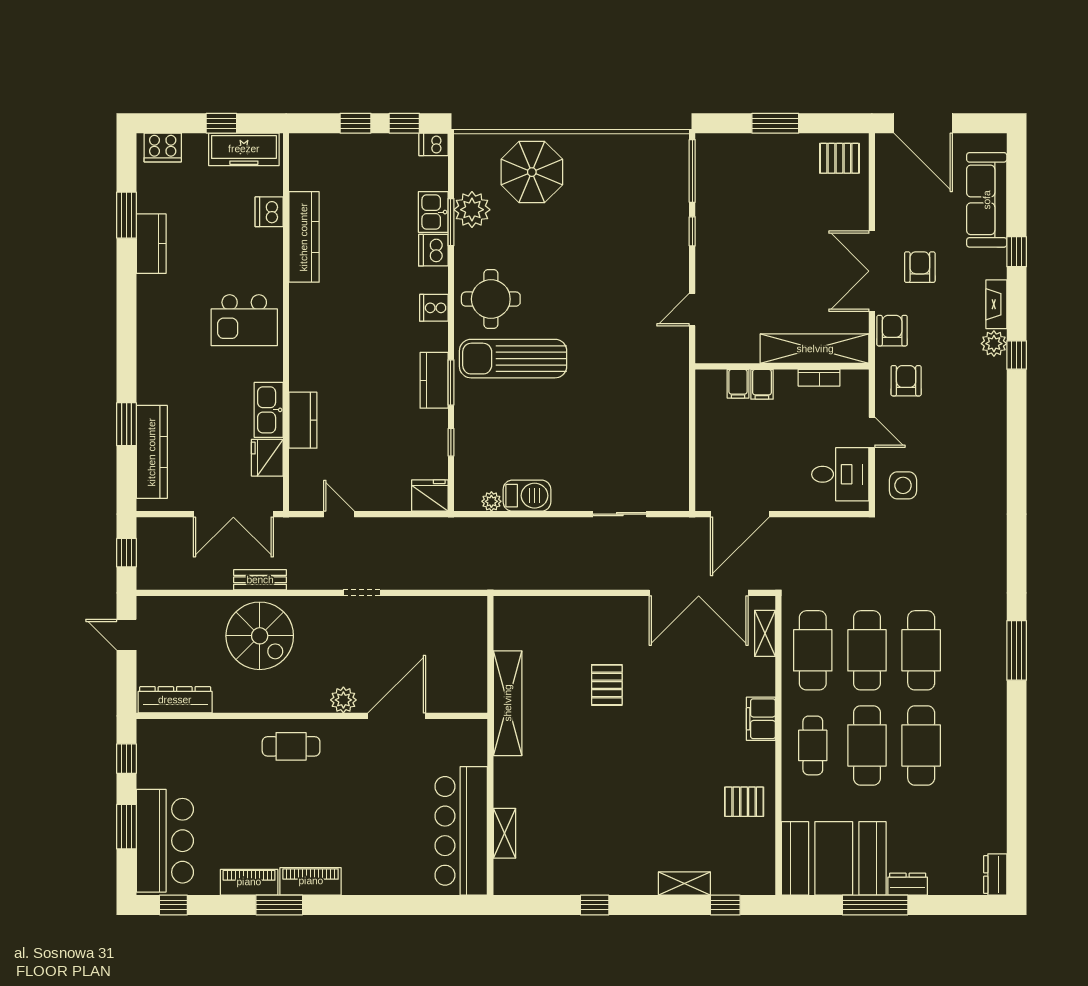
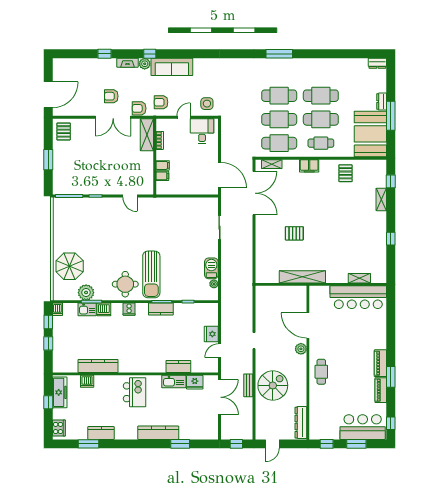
sofa: (987, 200) -> (172, 67), moved
shelving: (815, 349) -> (147, 135), width x0.68
kitchen counter: (152, 452) -> (158, 433), moved
fridge: (430, 495) -> (211, 334), moved

